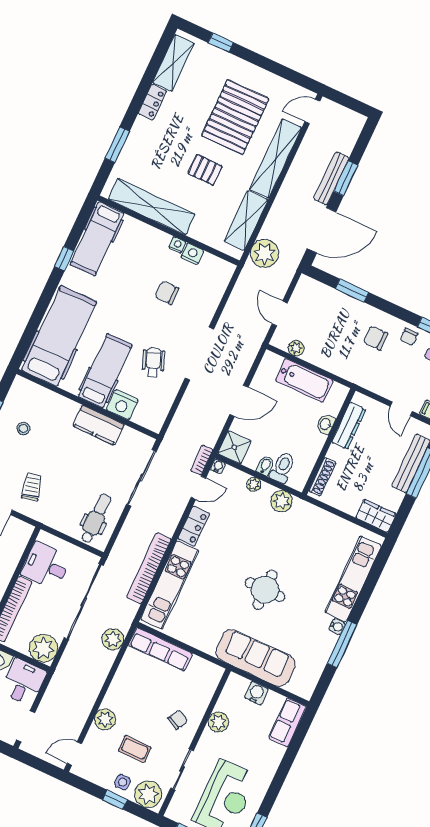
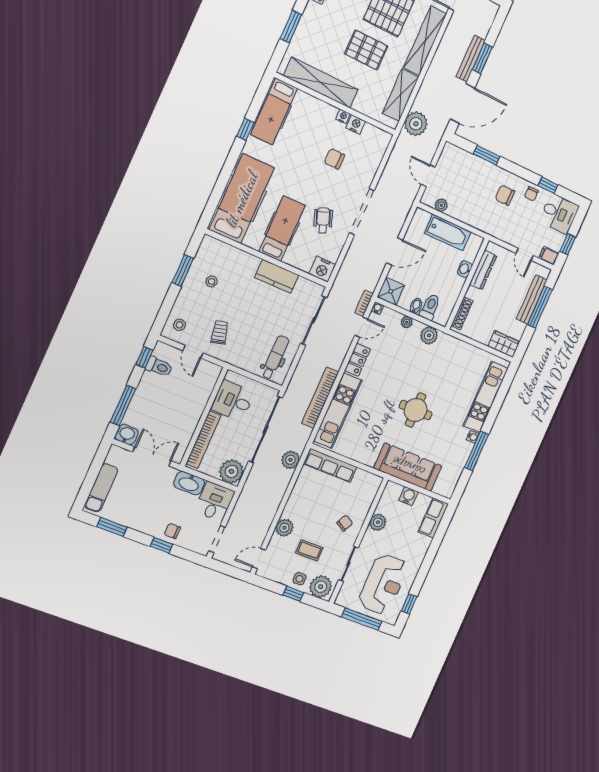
pallet: (205, 170) -> (366, 50), width x1.50, depth x1.42
nightstand: (122, 405) -> (322, 269), moved

